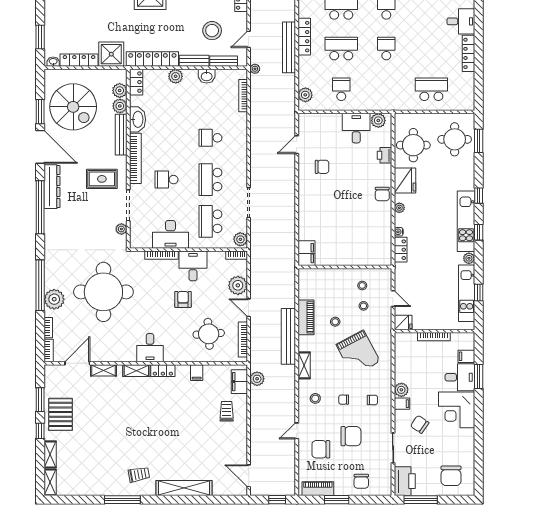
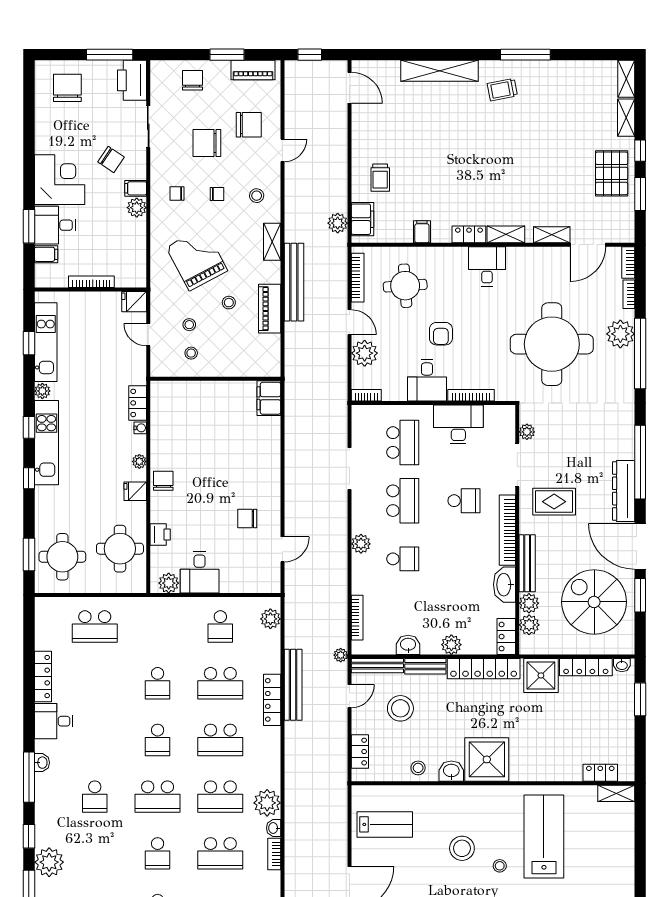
bench: (224, 61) -> (377, 666), width x1.36
fridge: (405, 180) -> (135, 491), width x0.53, depth x0.75
plant: (240, 239) -> (361, 544), moved

